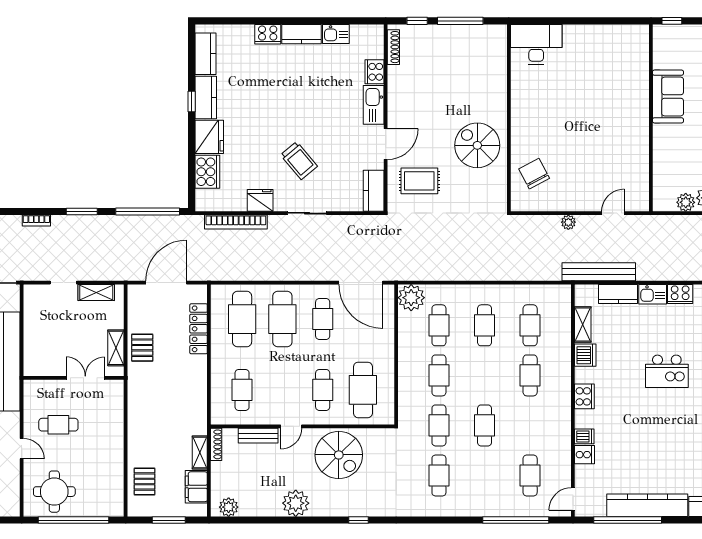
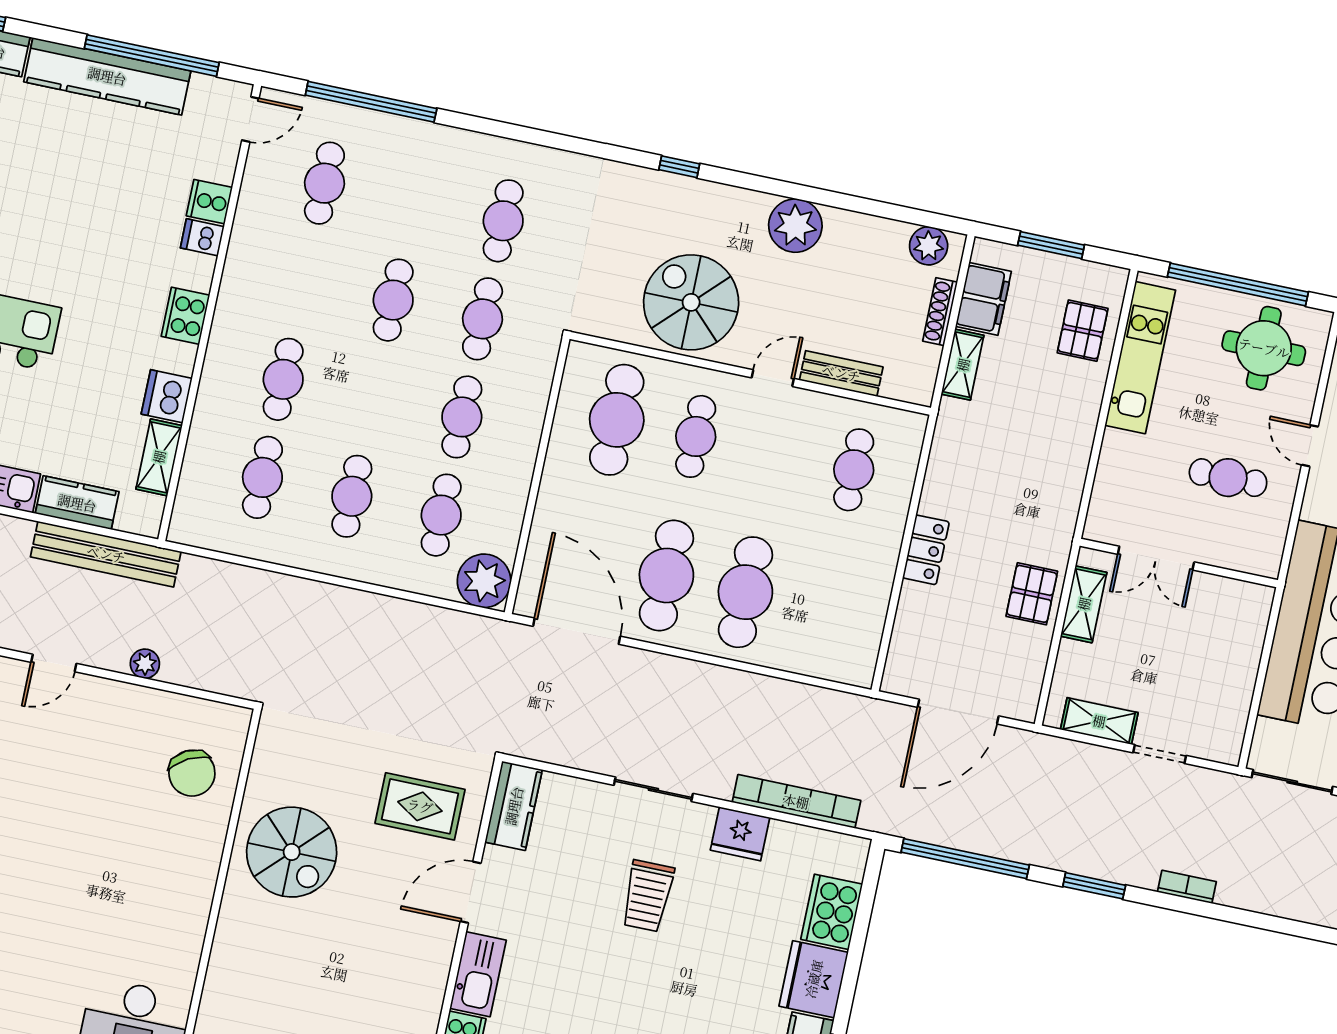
trolley: (299, 161) -> (648, 896), turned -140
cafe table: (242, 319) -> (824, 609), removed
cafe table: (323, 319) -> (666, 575), width x1.37, depth x1.35
locker: (199, 329) -> (926, 550), moved, width x0.66
shoe rack: (216, 444) -> (940, 312), moved
kitchen unit: (114, 474) -> (1140, 358), added

